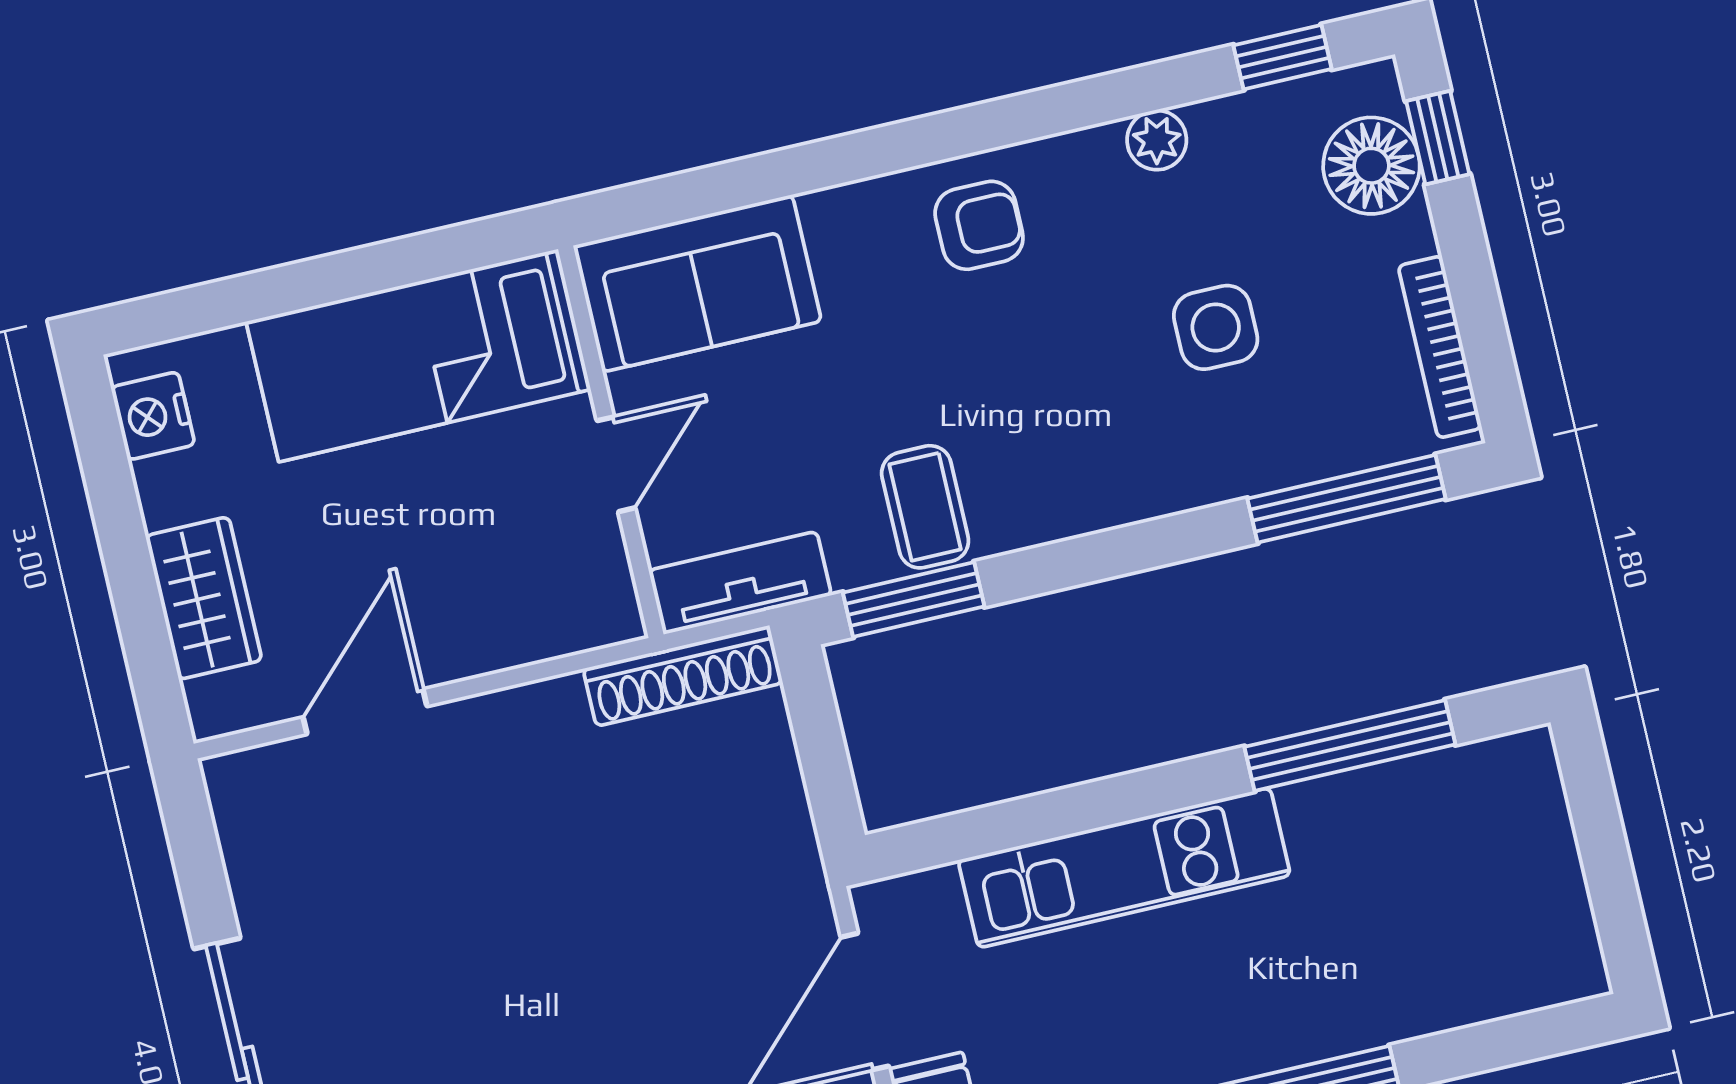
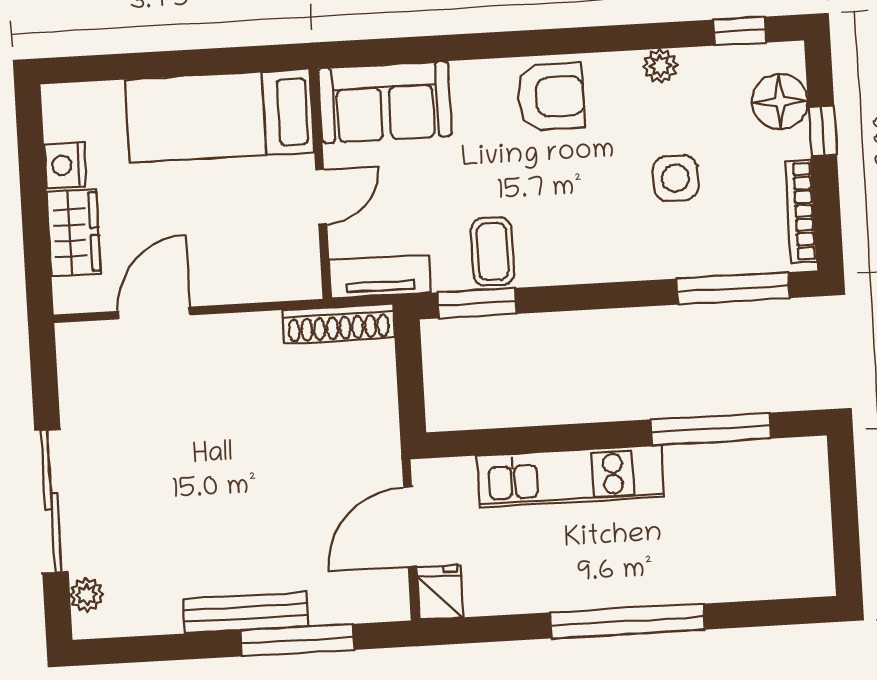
window: (1438, 138) -> (822, 131), moved
armchair: (979, 225) -> (551, 97), width x1.38, depth x1.38
nightstand: (153, 416) -> (65, 165), moved

